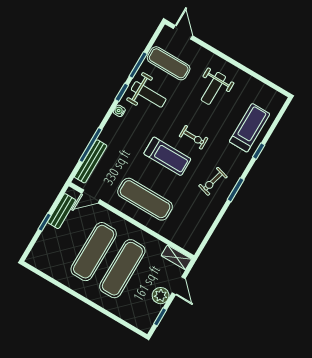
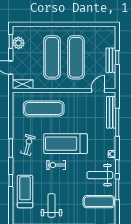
weight bench: (213, 88) -> (51, 206), moved
treadmill: (250, 128) -> (25, 192), turned 180
treadmill: (167, 156) -> (65, 144), width x1.37, depth x1.38
exercise mat: (145, 199) -> (44, 108), moved
bench: (62, 211) -> (111, 60), moved
plant: (161, 296) -> (18, 43), moved

